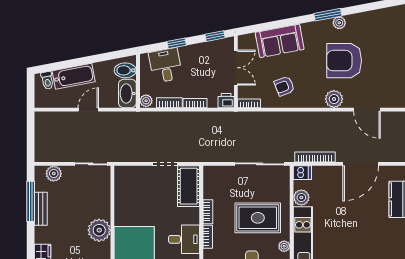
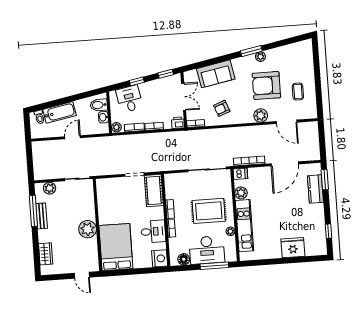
coffee table: (384, 71) -> (298, 92), added
washbasin: (127, 93) -> (103, 117), width x0.52, depth x0.69

